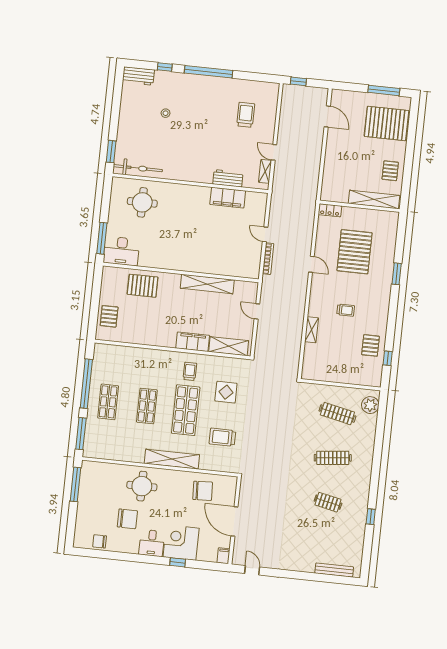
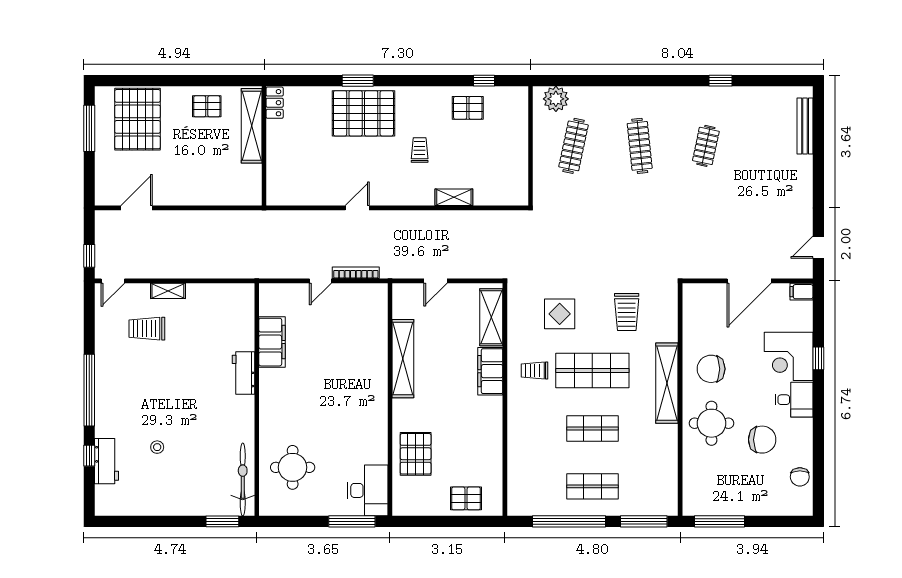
workbench: (138, 76) -> (107, 461), moved
door: (274, 152) -> (113, 281), moved
shelving: (265, 171) -> (168, 291), moved
workbench: (228, 178) -> (244, 373), moved
locker: (330, 210) -> (275, 103), moved
pallet: (355, 252) -> (363, 113), moved
chair: (203, 491) -> (711, 369), moved, turned -87
chair: (127, 519) -> (762, 440), turned 90

